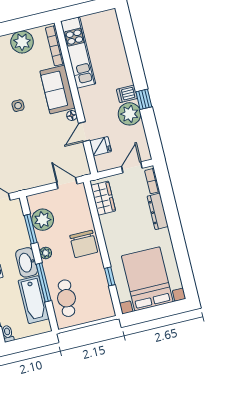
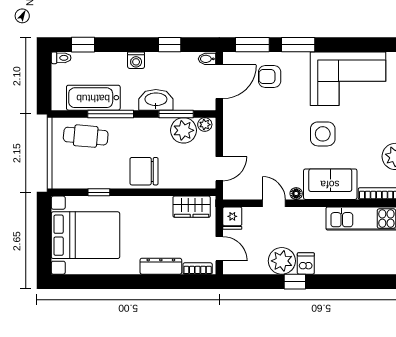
side table: (18, 106) -> (323, 134), width x1.87, depth x1.87
fridge: (100, 146) -> (232, 218), moved
plant: (46, 253) -> (205, 125), moved
washbasin: (27, 262) -> (156, 100), moved

